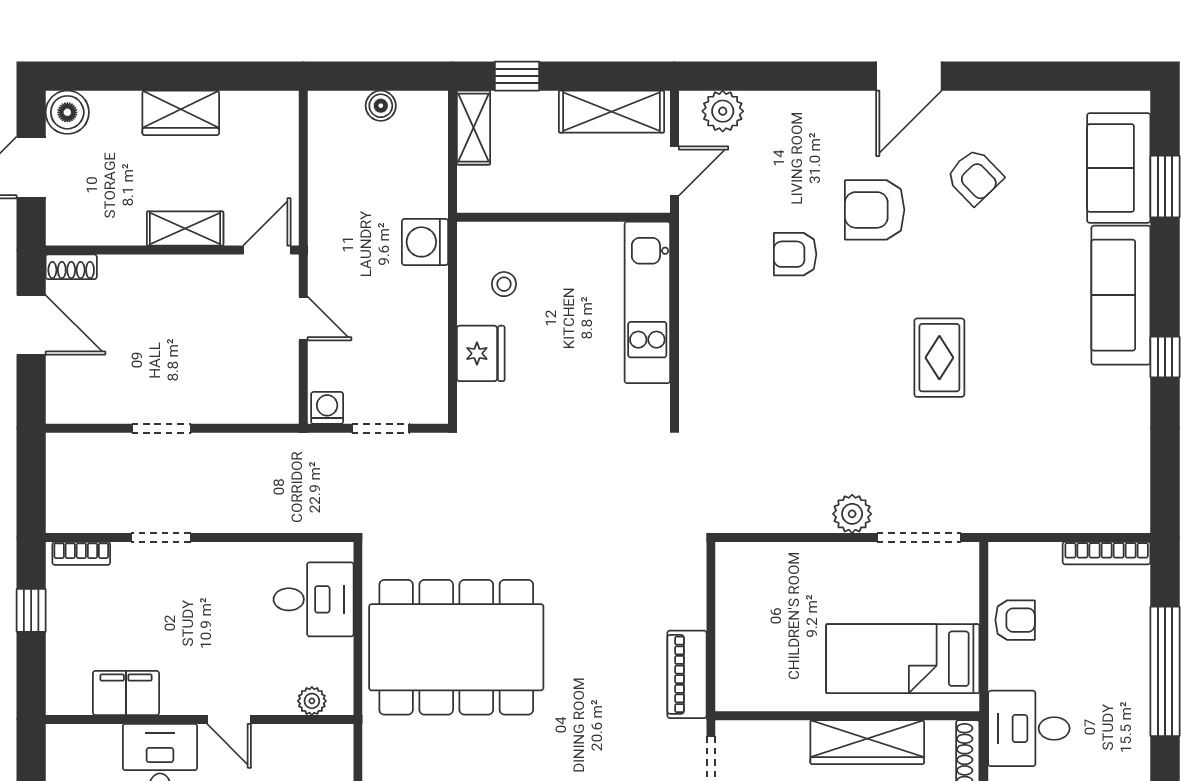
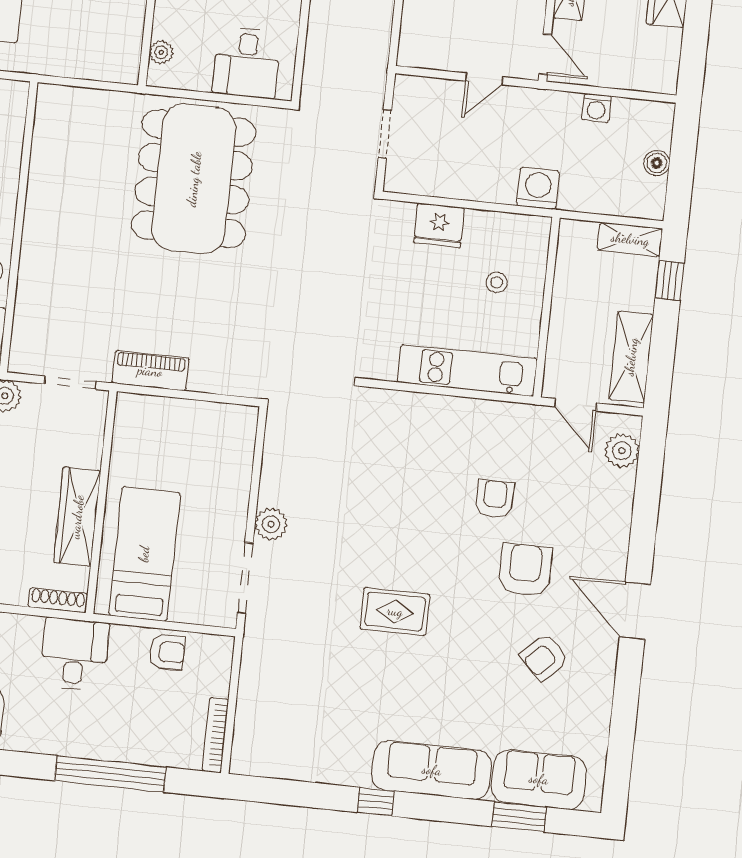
stool: (504, 284) -> (497, 282), moved
washing machine: (327, 408) -> (596, 108), moved, turned 90
armchair: (1015, 620) -> (167, 652), turned -90

